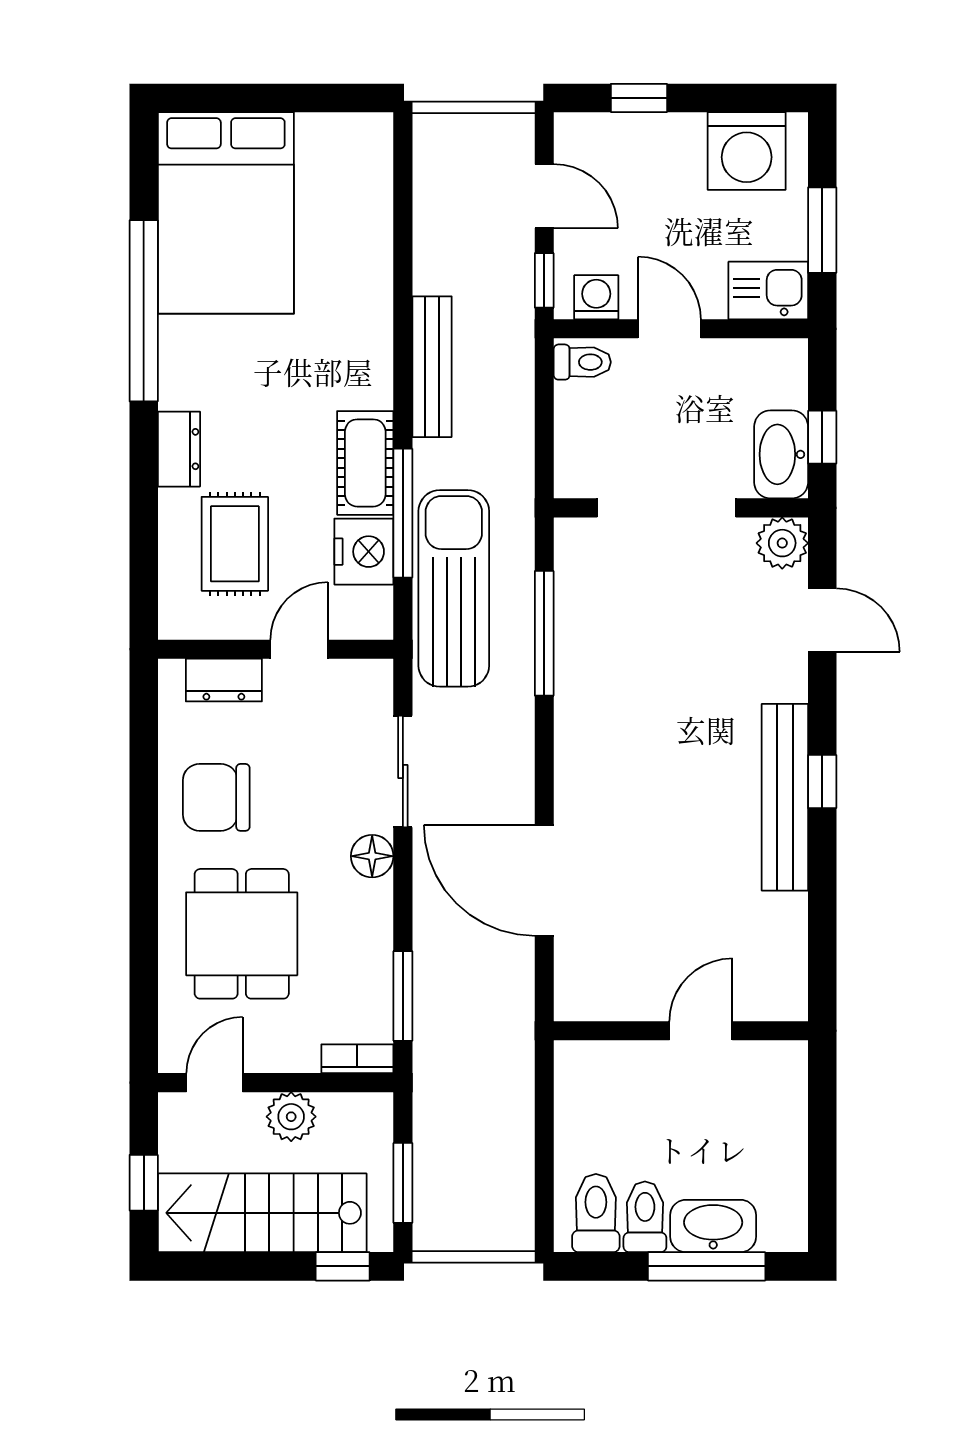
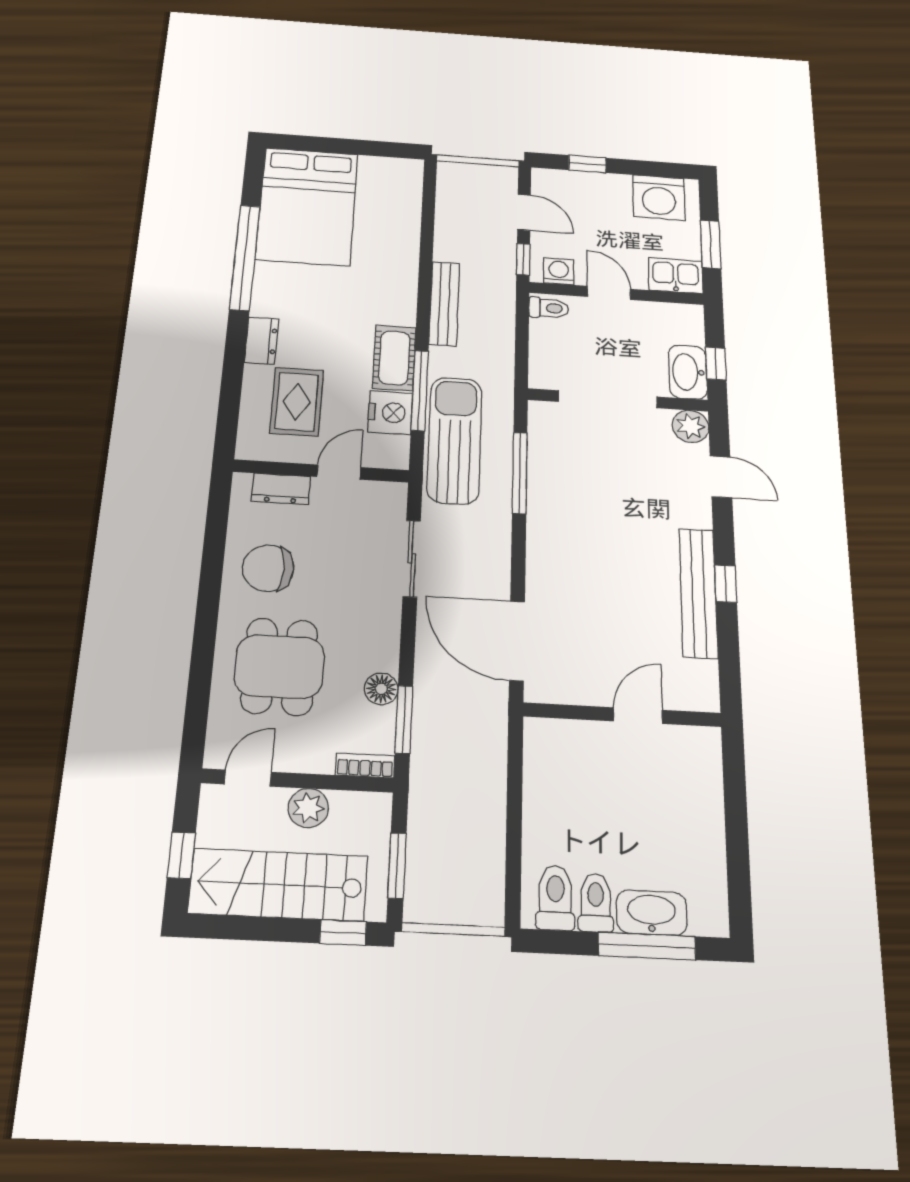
floor lamp: (372, 856) -> (381, 689), moved
wall: (681, 1031) -> (622, 715), moved
door: (701, 1031) -> (638, 716), moved

